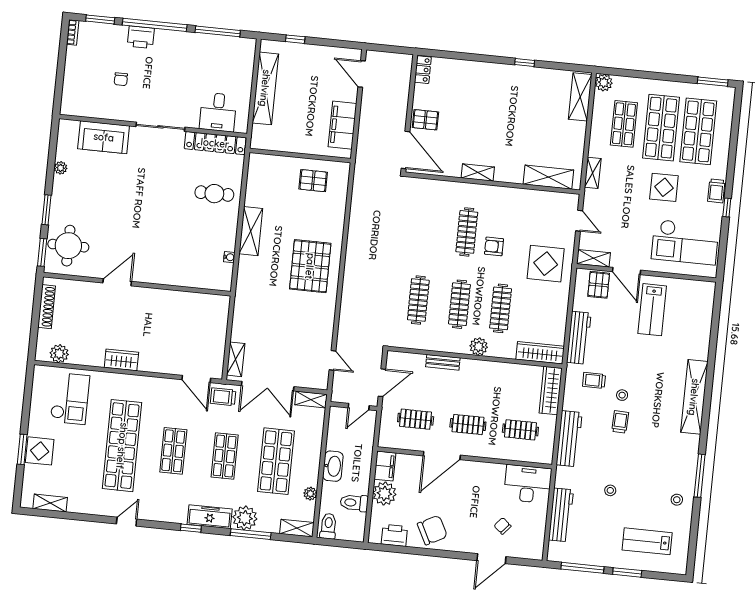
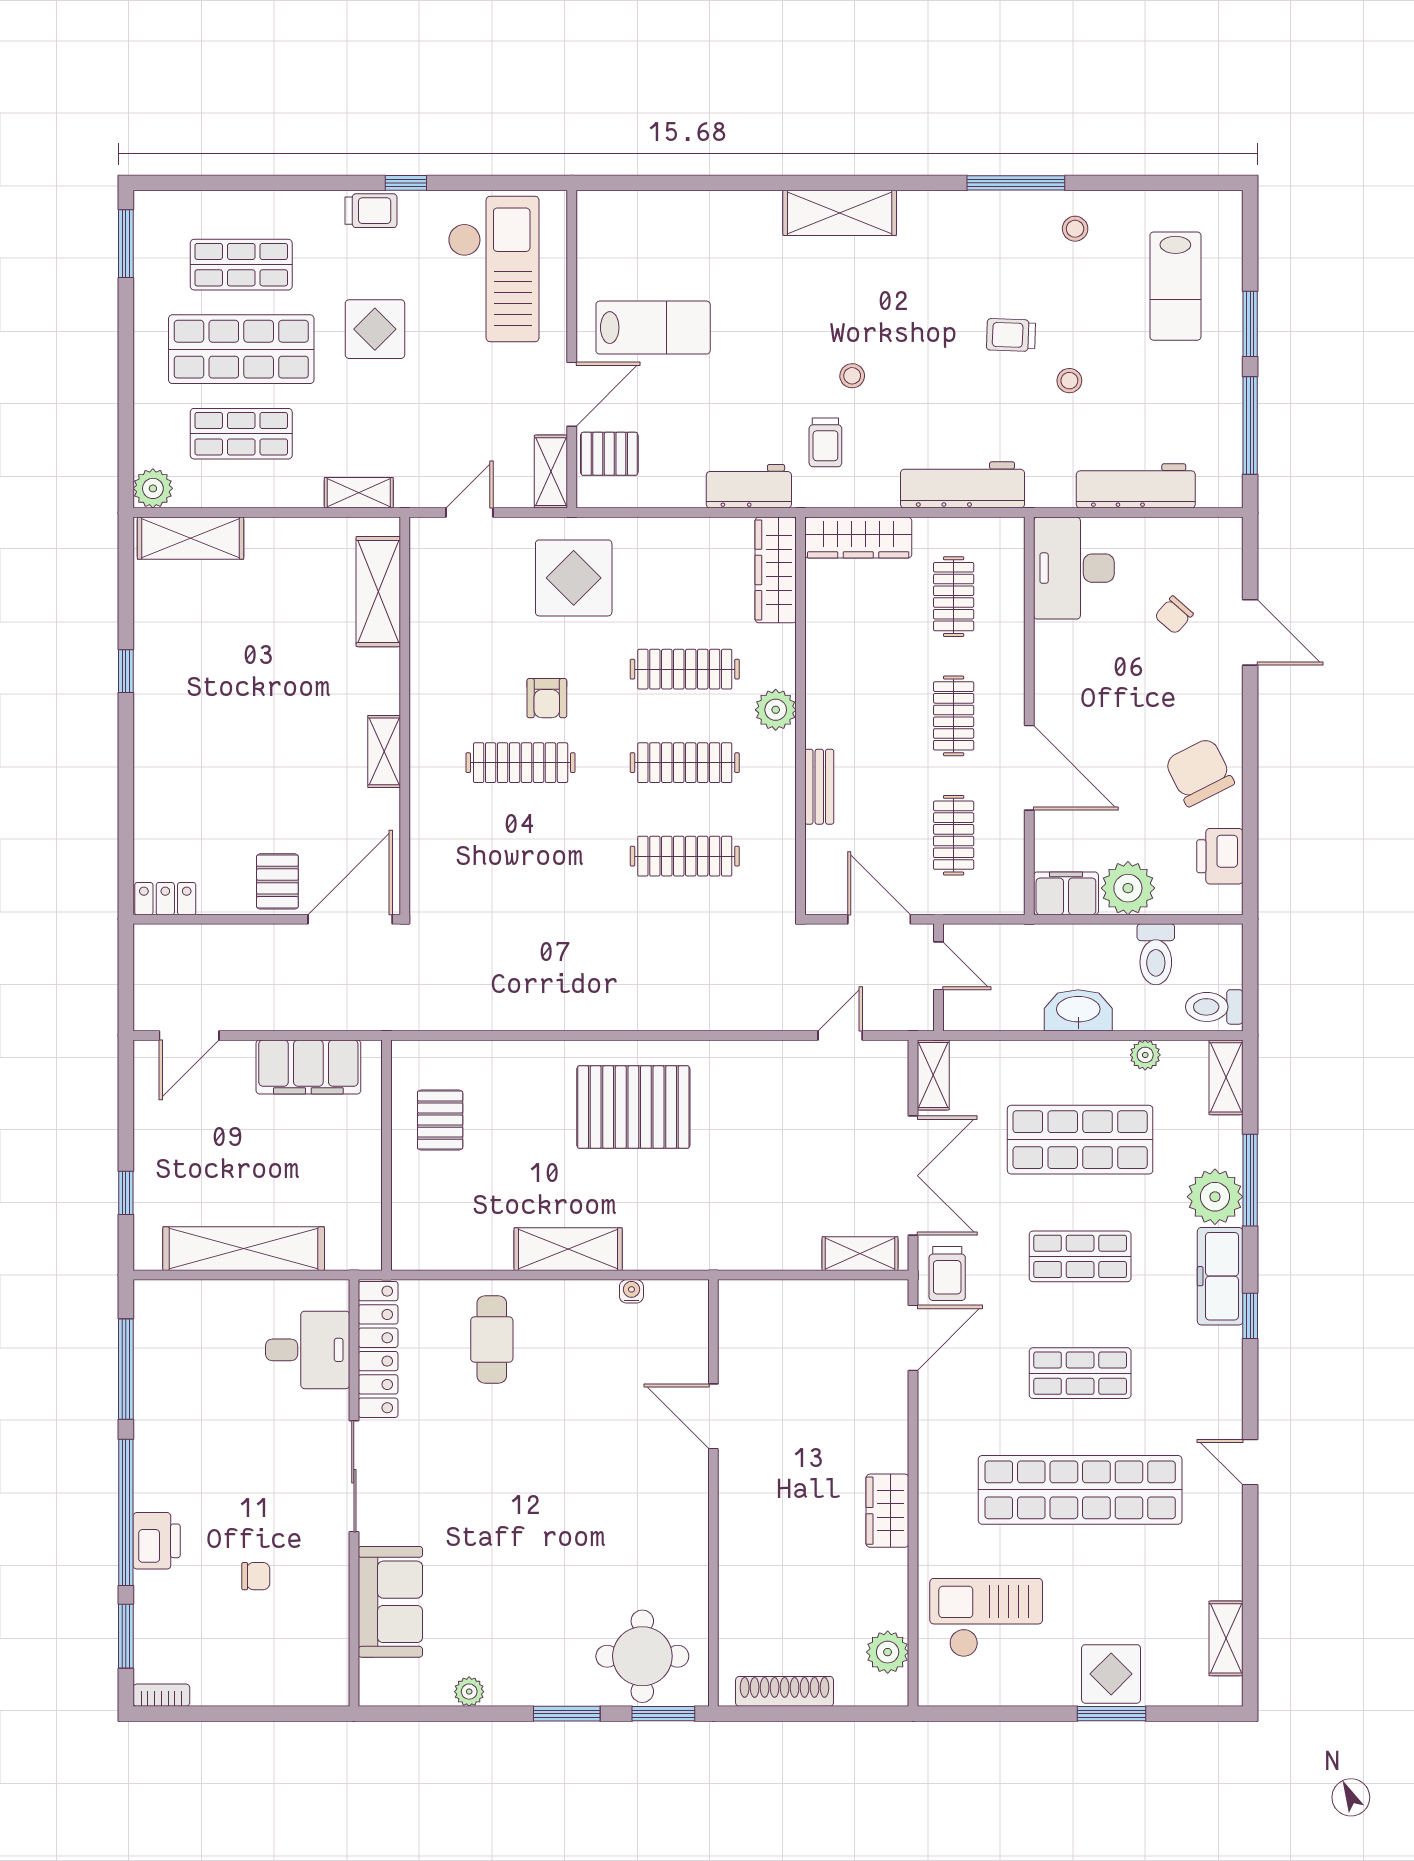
shop shelf: (698, 131) -> (241, 265), width x0.70, depth x0.74
door: (117, 282) -> (713, 1416), moved
workbench: (579, 338) -> (749, 486), width x0.73
shelving: (694, 397) -> (840, 213), width x0.68
trolley: (620, 422) -> (1011, 335), moved

